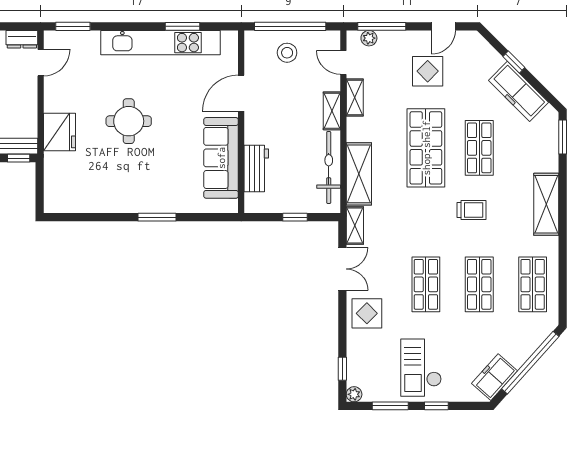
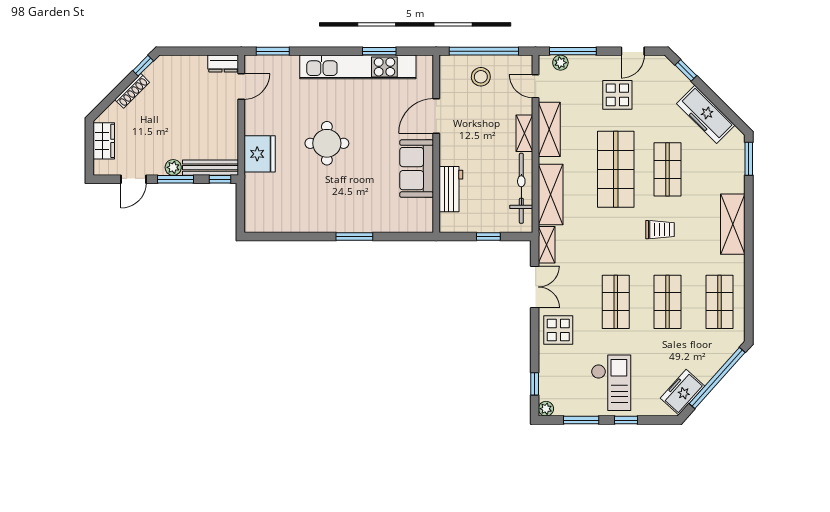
window: (514, 62) -> (686, 70), moved
shelving: (355, 97) -> (549, 129), width x1.50, depth x1.33
sofa: (221, 158) -> (417, 169), width x0.73
checkout: (421, 368) -> (611, 383), turned 180

